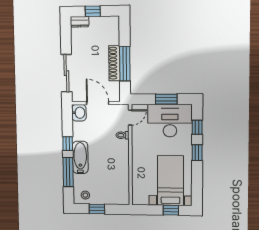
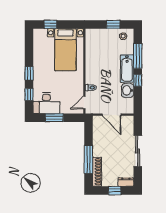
shoe rack: (114, 63) -> (97, 172), moved
window: (125, 64) -> (88, 159), moved
sliding door: (66, 73) -> (138, 151), moved
washbasin: (79, 113) -> (128, 90), moved
desk: (170, 121) -> (46, 103), width x0.73, depth x0.77
bed with nightstands: (170, 181) -> (65, 50), moved

